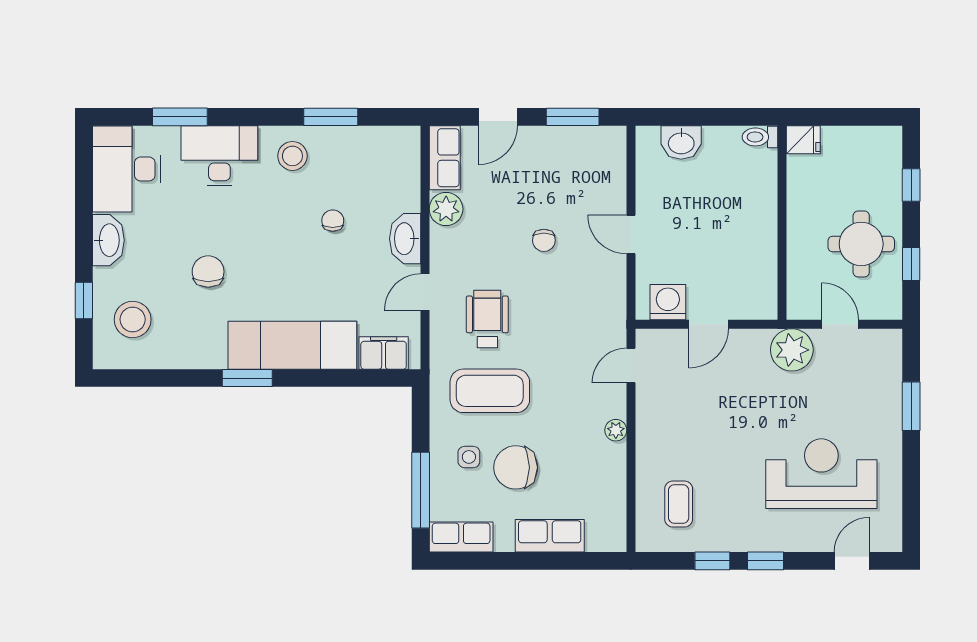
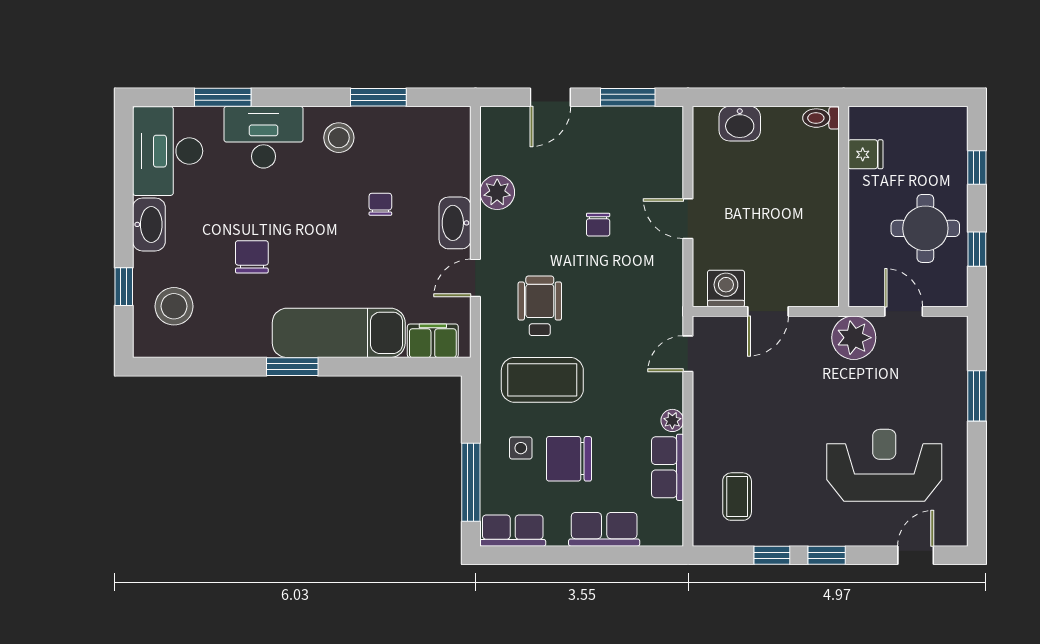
fridge: (803, 140) -> (866, 154), moved
row of seats: (445, 158) -> (668, 467), moved, turned 180

